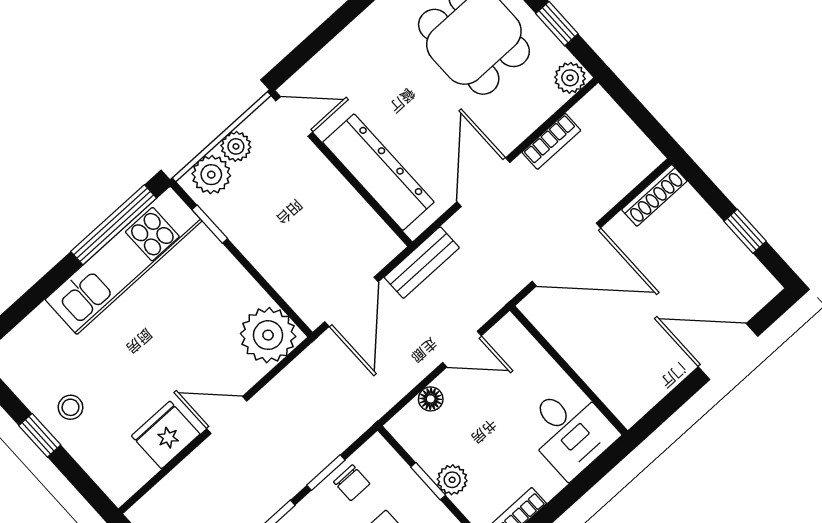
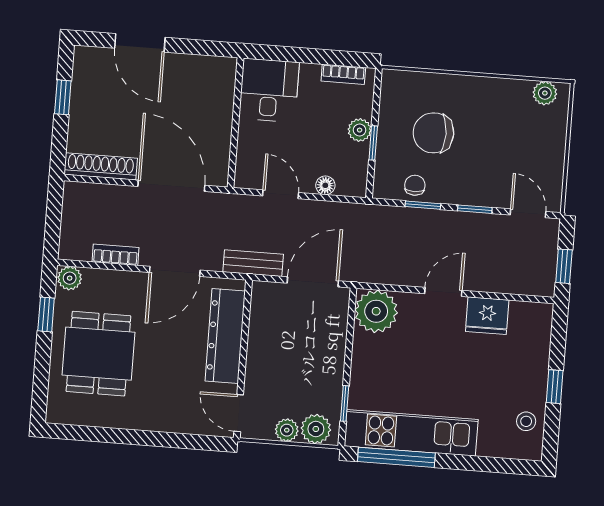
shoe rack: (654, 195) -> (101, 166), width x1.36, depth x1.24
stool: (70, 407) -> (526, 421), moved
door: (227, 415) -> (443, 292), swing flipped

